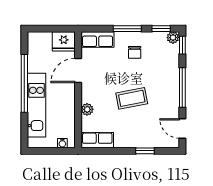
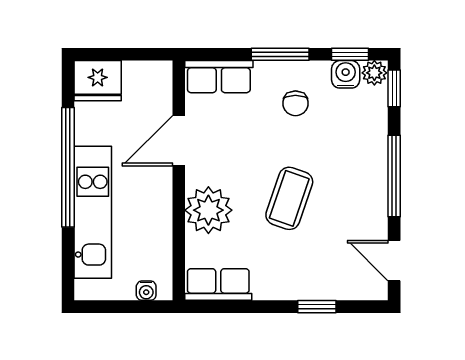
water cooler: (159, 38) -> (346, 74), added
fridge: (64, 41) -> (98, 81), moved
coffee table: (132, 98) -> (289, 198), turned -60
plant: (87, 109) -> (208, 210), width x1.88, depth x1.88

